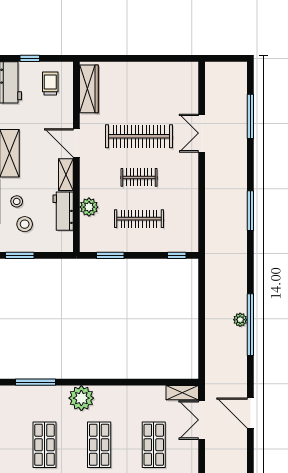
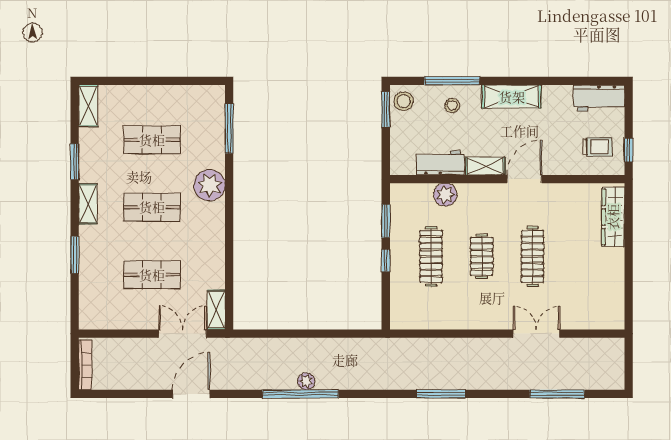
window: (30, 58) -> (629, 150), moved
wardrobe: (89, 89) -> (613, 217), moved, turned 90
clothes rail: (139, 136) -> (533, 256), width x0.73, depth x0.76
stool: (25, 224) -> (404, 101), moved
window: (177, 255) -> (386, 260), moved

